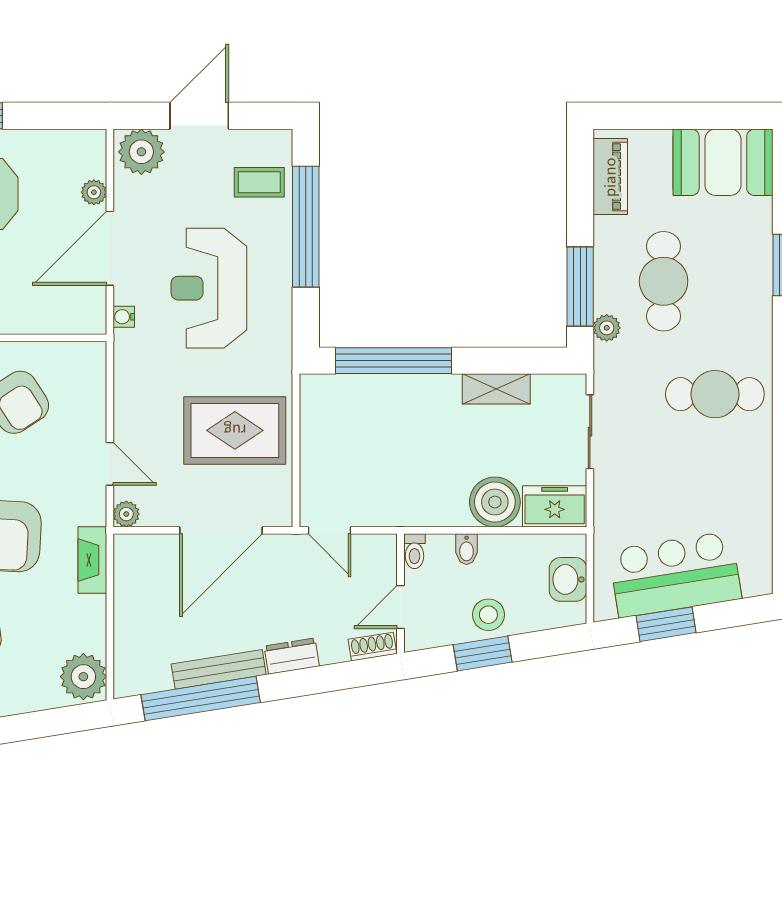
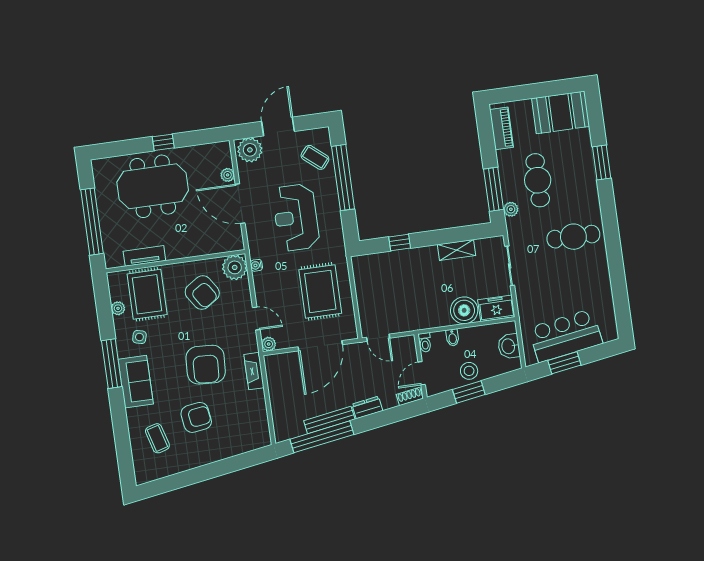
coffee table: (259, 182) -> (315, 157), turned 40
door: (110, 248) -> (240, 204), hinge flipped
water cooler: (124, 317) -> (256, 265), moved
window: (393, 361) -> (400, 243), width x0.32
rug: (235, 430) -> (320, 291), turned 90
plant: (83, 677) -> (235, 267), moved

